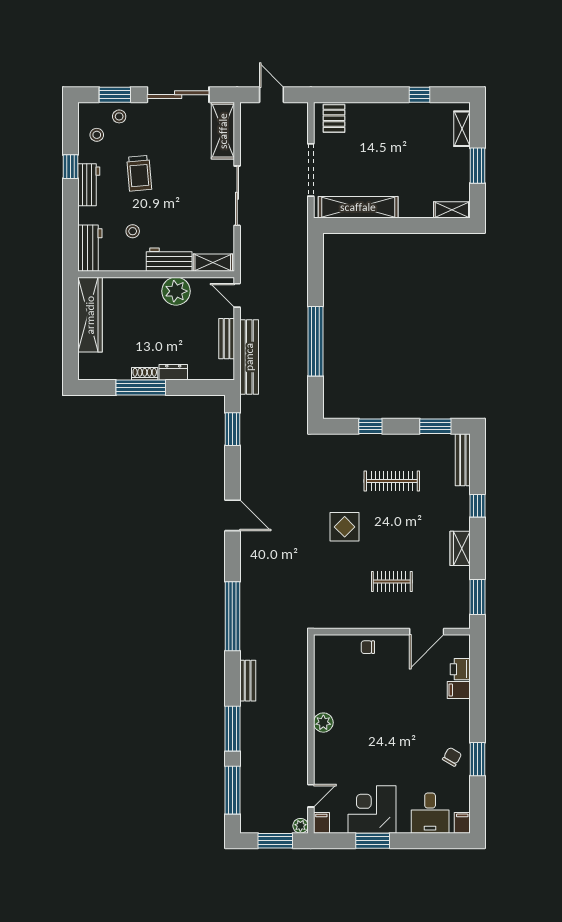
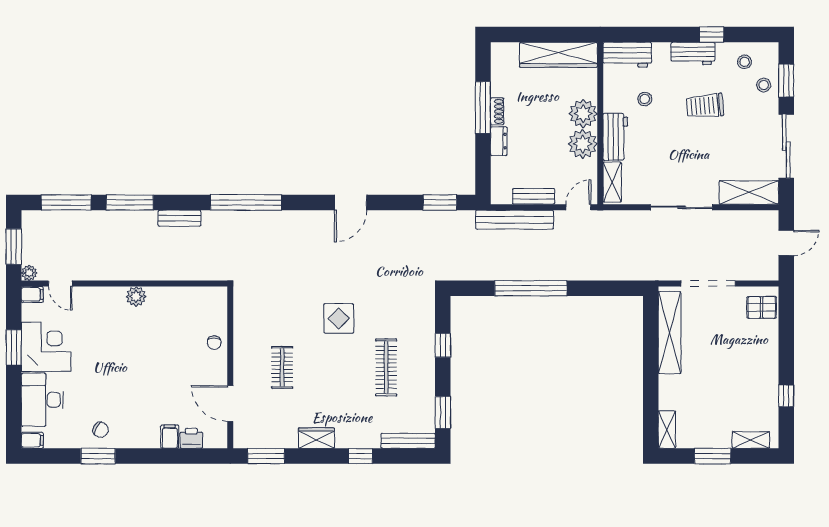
plant: (147, 291) -> (583, 114), added
chair: (368, 647) -> (214, 343), turned 180
desk: (430, 813) -> (42, 400), width x1.37

